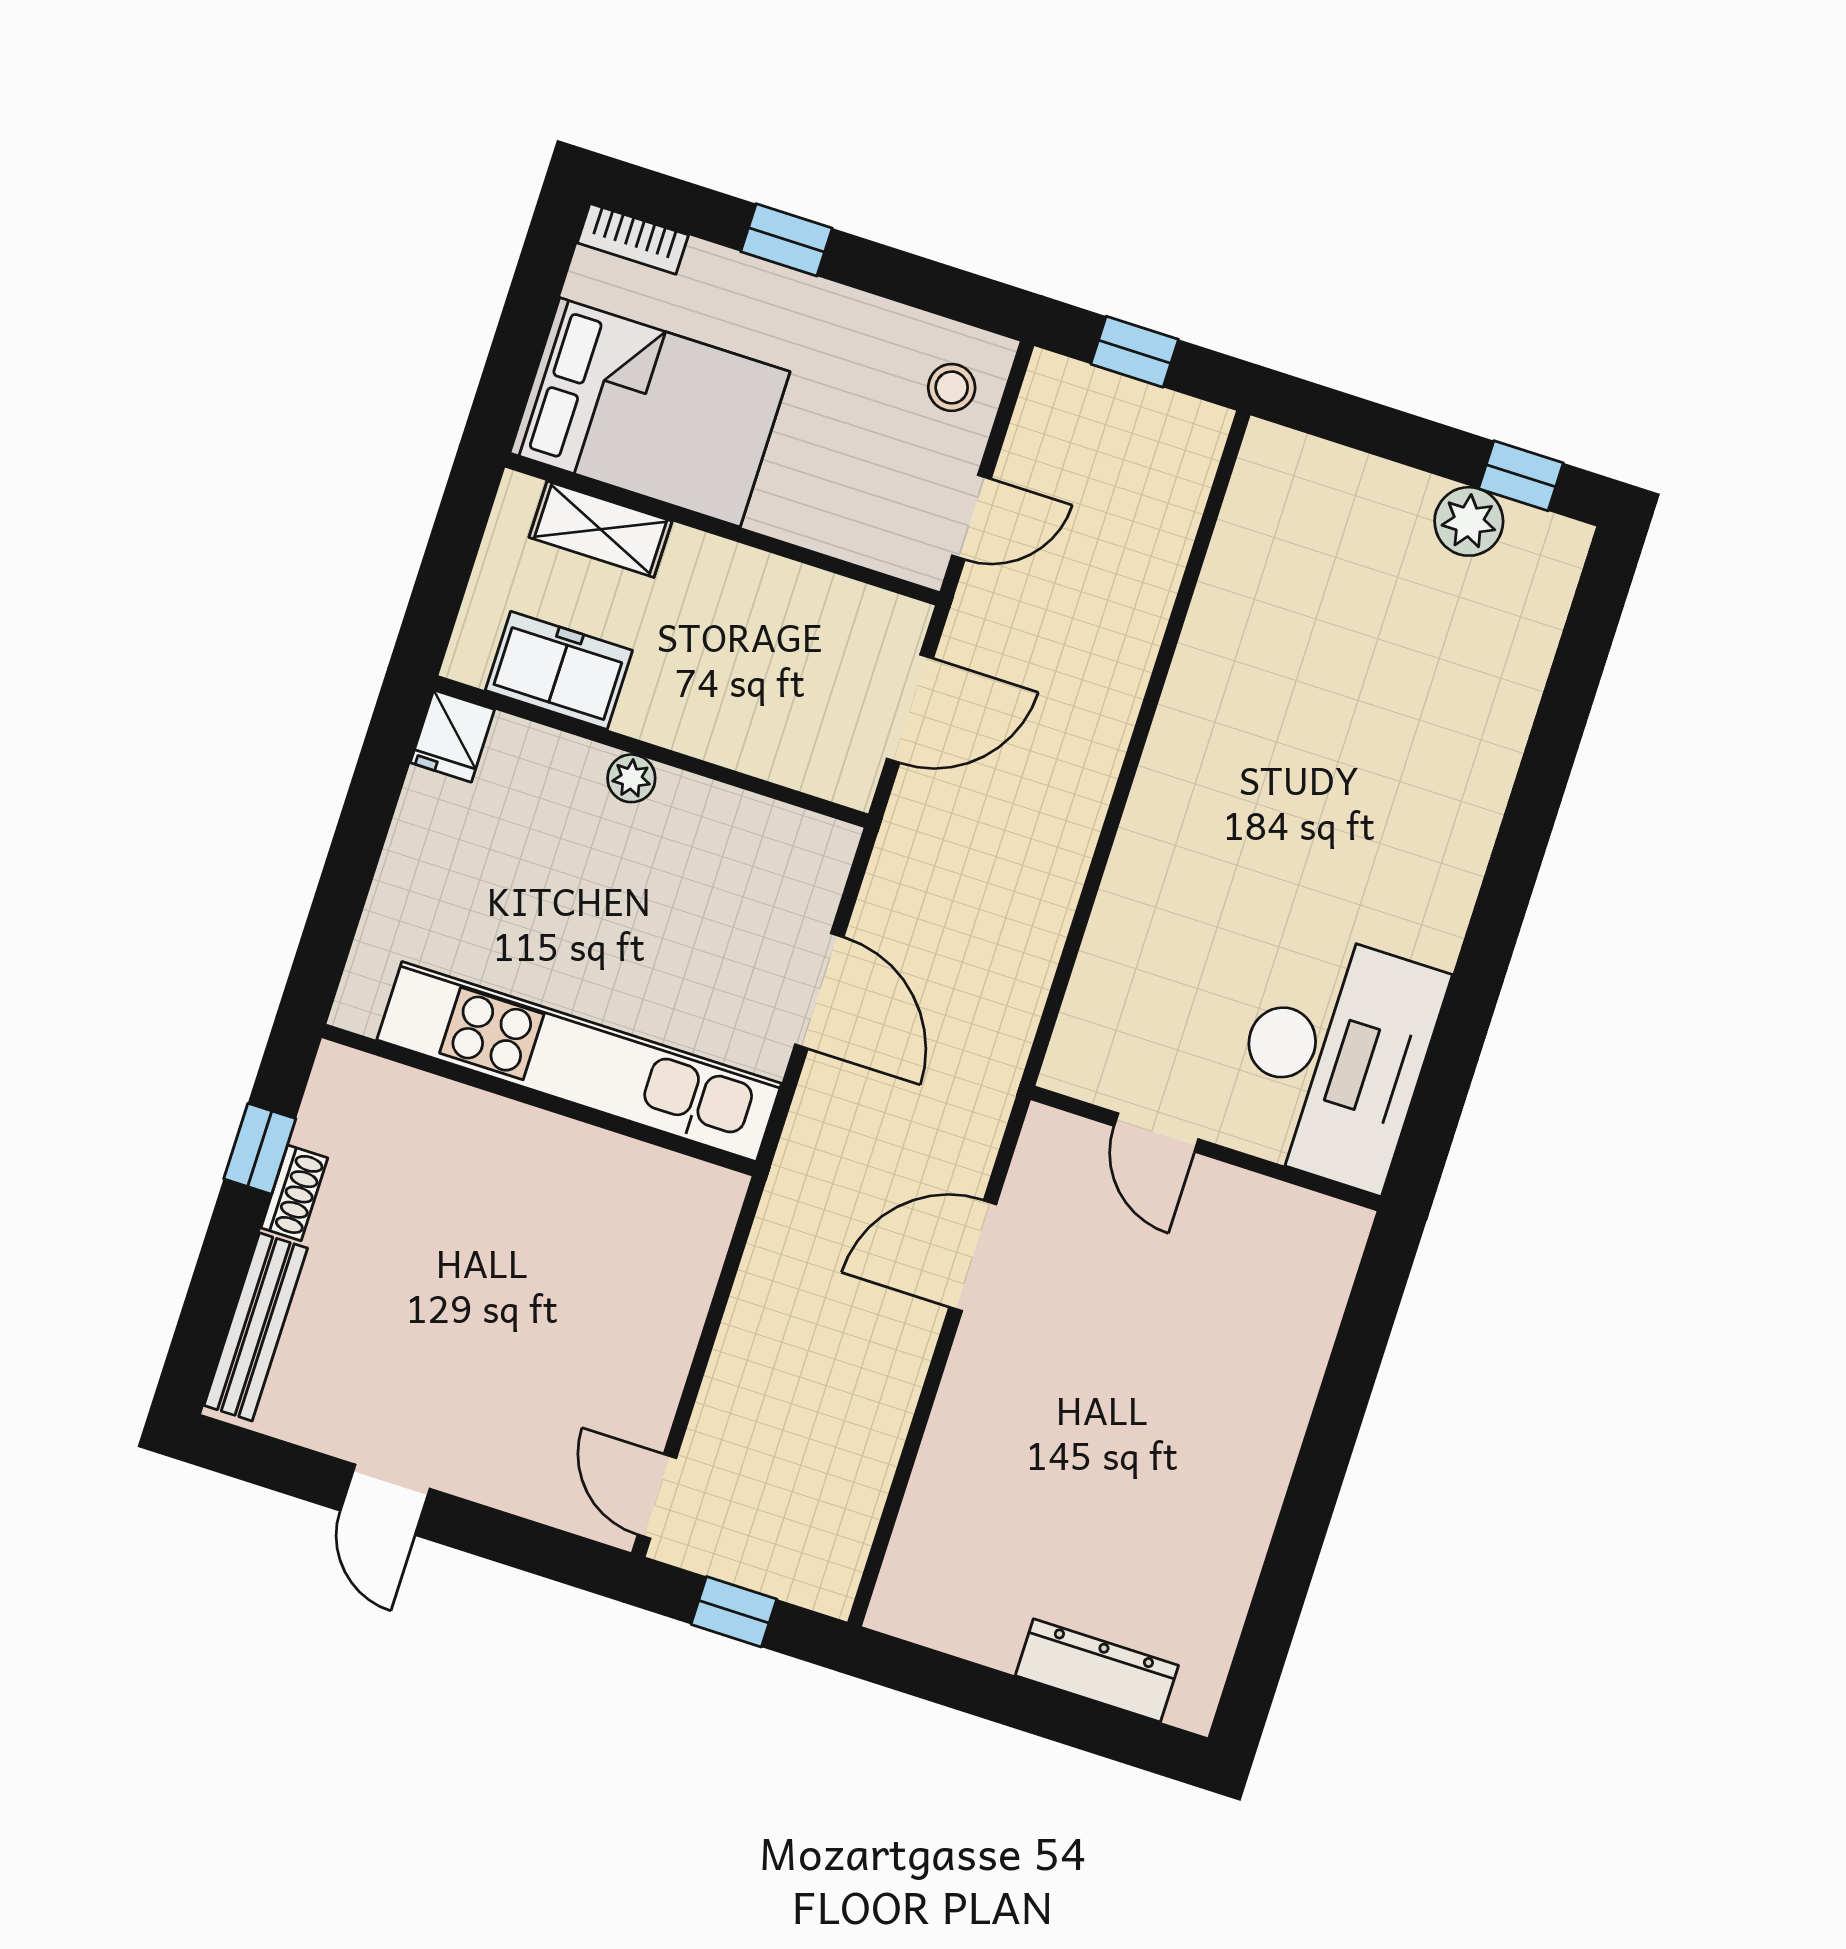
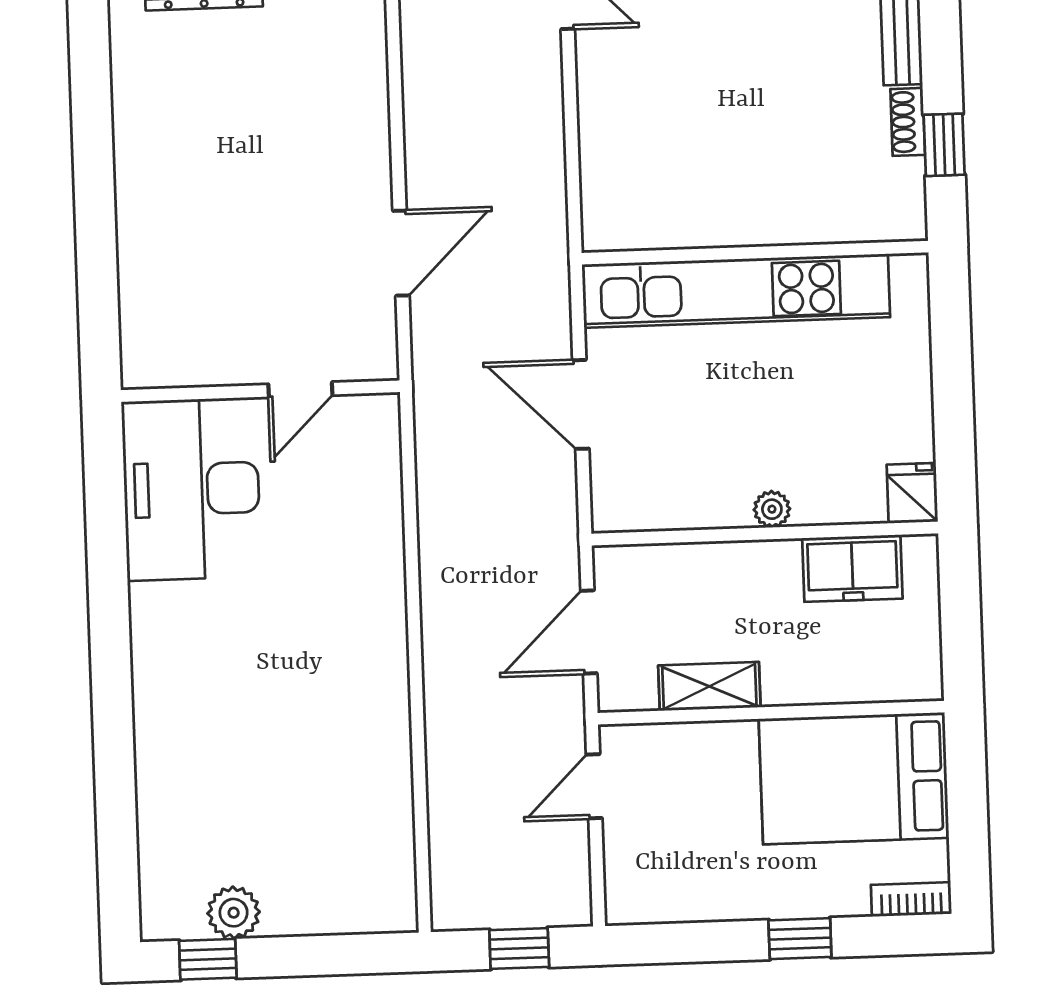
stool: (952, 387) -> (642, 875), removed
shelving: (601, 529) -> (709, 686), moved
door: (1156, 1133) -> (300, 390), swing flipped

